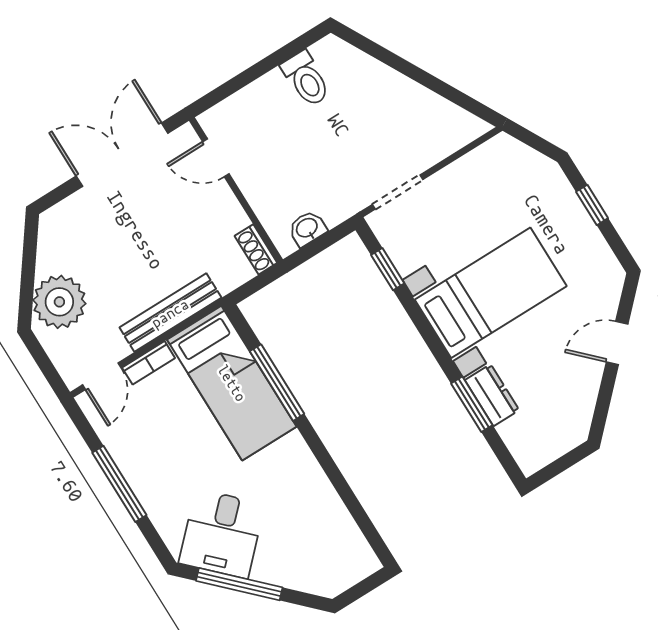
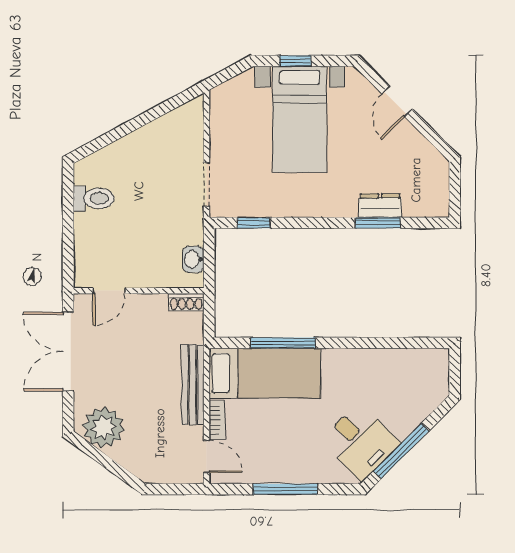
bed with nightstands: (491, 293) -> (300, 119), moved, turned 180
plant: (59, 302) -> (103, 427), moved

